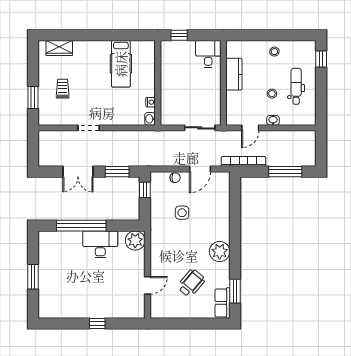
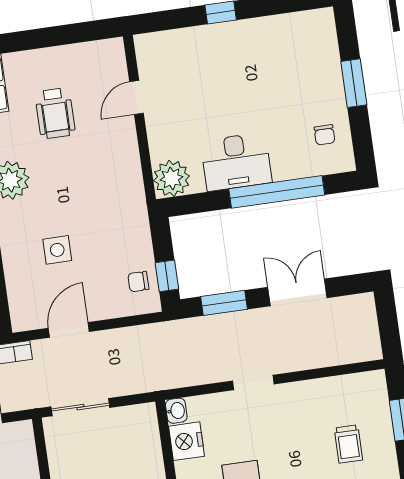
nightstand: (151, 102) -> (186, 441), width x1.89, depth x1.79
doorway: (89, 128) -> (253, 382), moved
chair: (175, 178) -> (138, 282), moved
side table: (182, 213) -> (57, 250), moved
chair: (52, 252) -> (325, 135), added
wheelchair: (191, 283) -> (55, 113), turned -40

